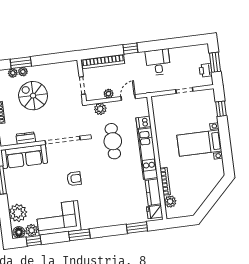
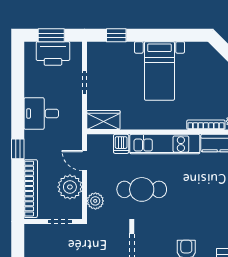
printer: (206, 70) -> (53, 54), width x1.87, depth x1.48
plant: (108, 94) -> (70, 187), width x1.88, depth x1.88
wardrobe: (159, 107) -> (103, 120), added

